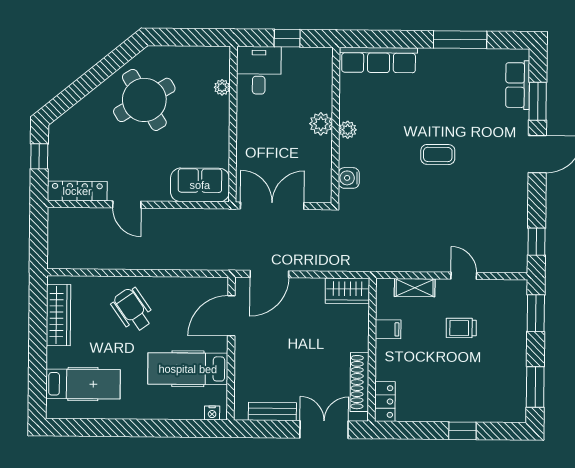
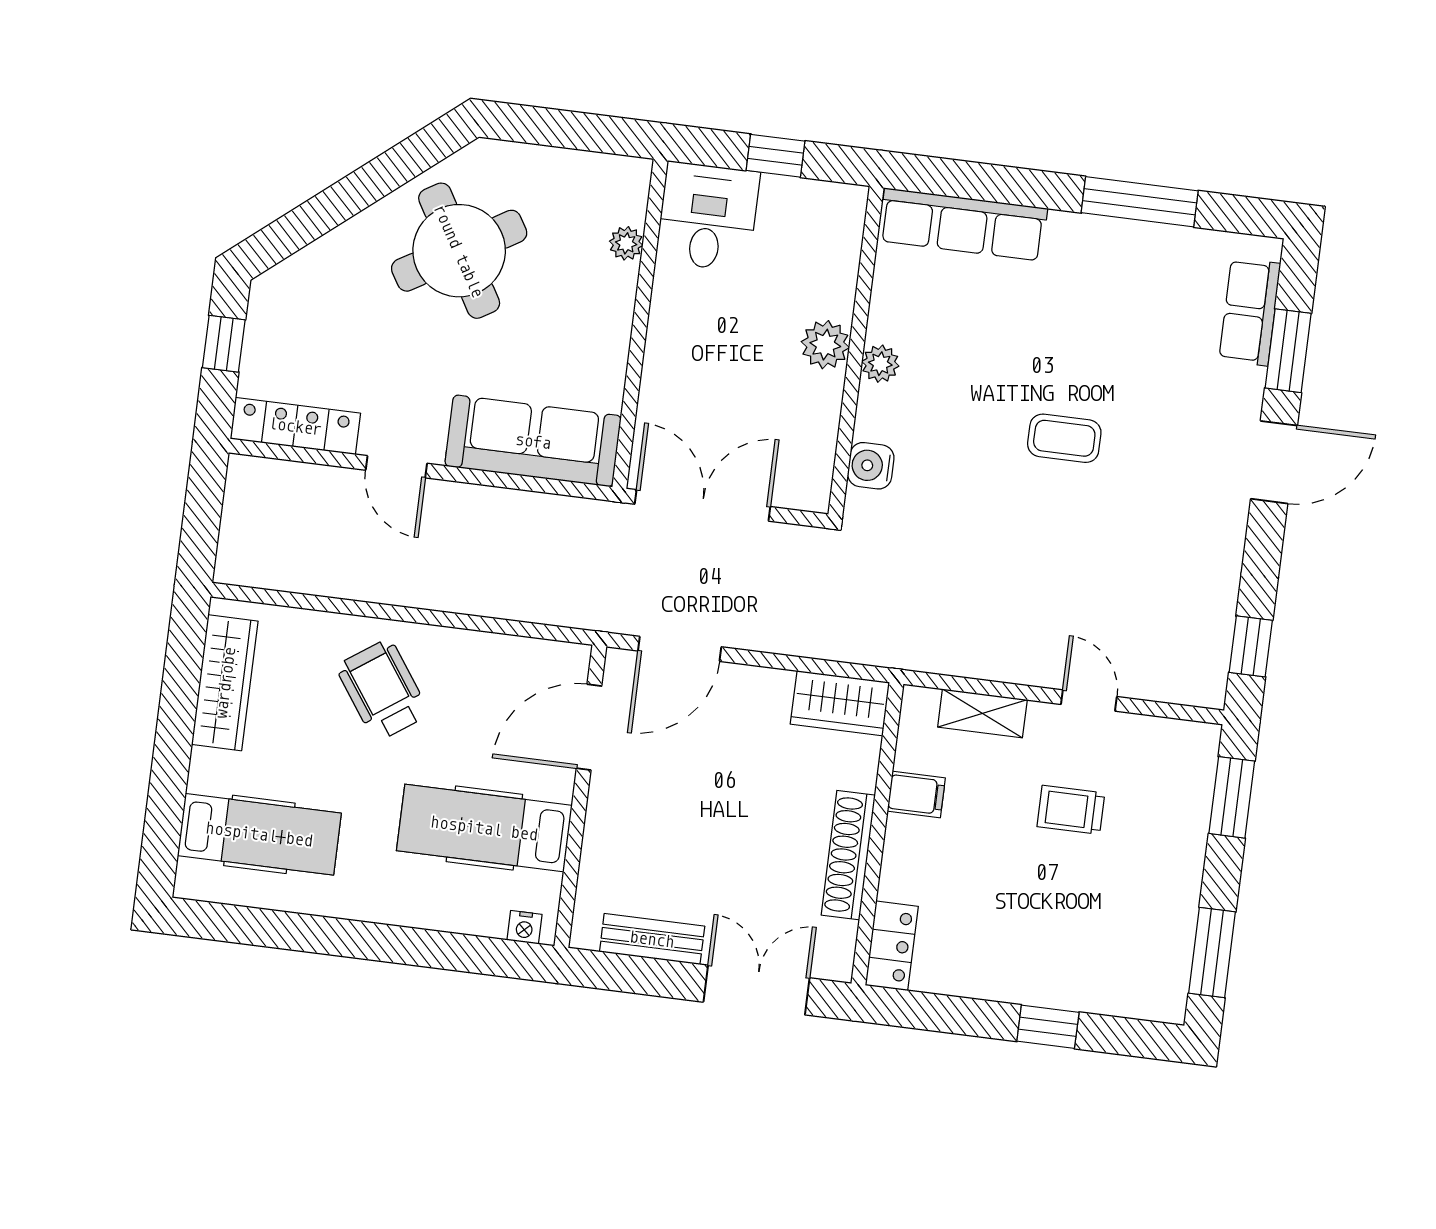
sofa: (200, 185) -> (533, 441), width x1.36
shoe rack: (359, 382) -> (848, 855), moved

